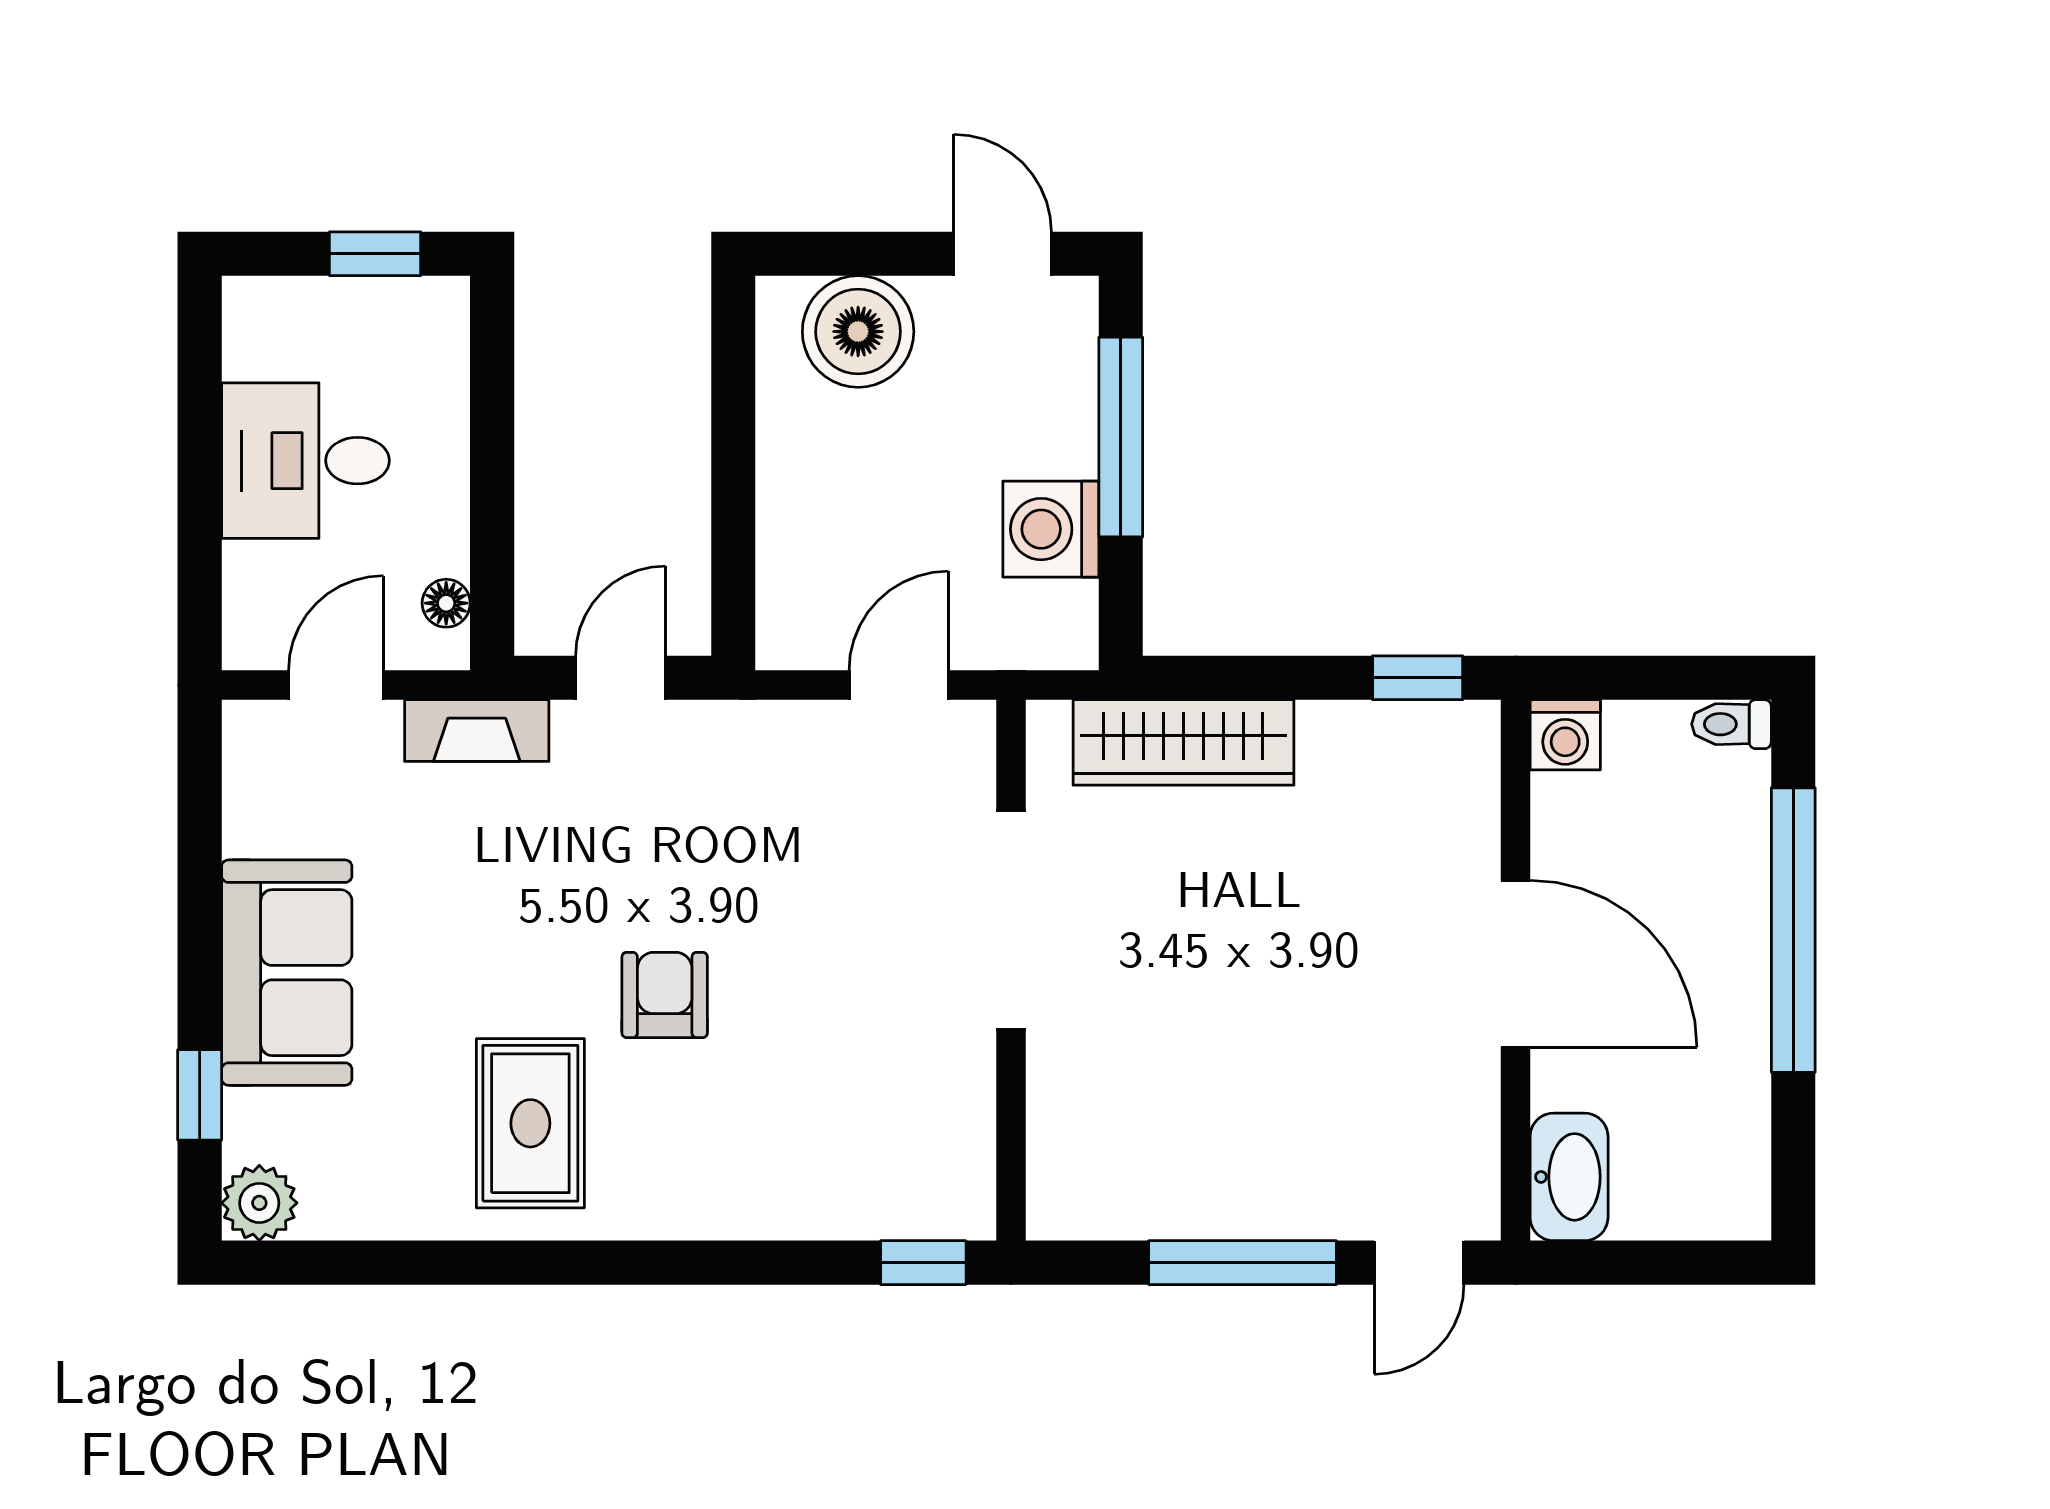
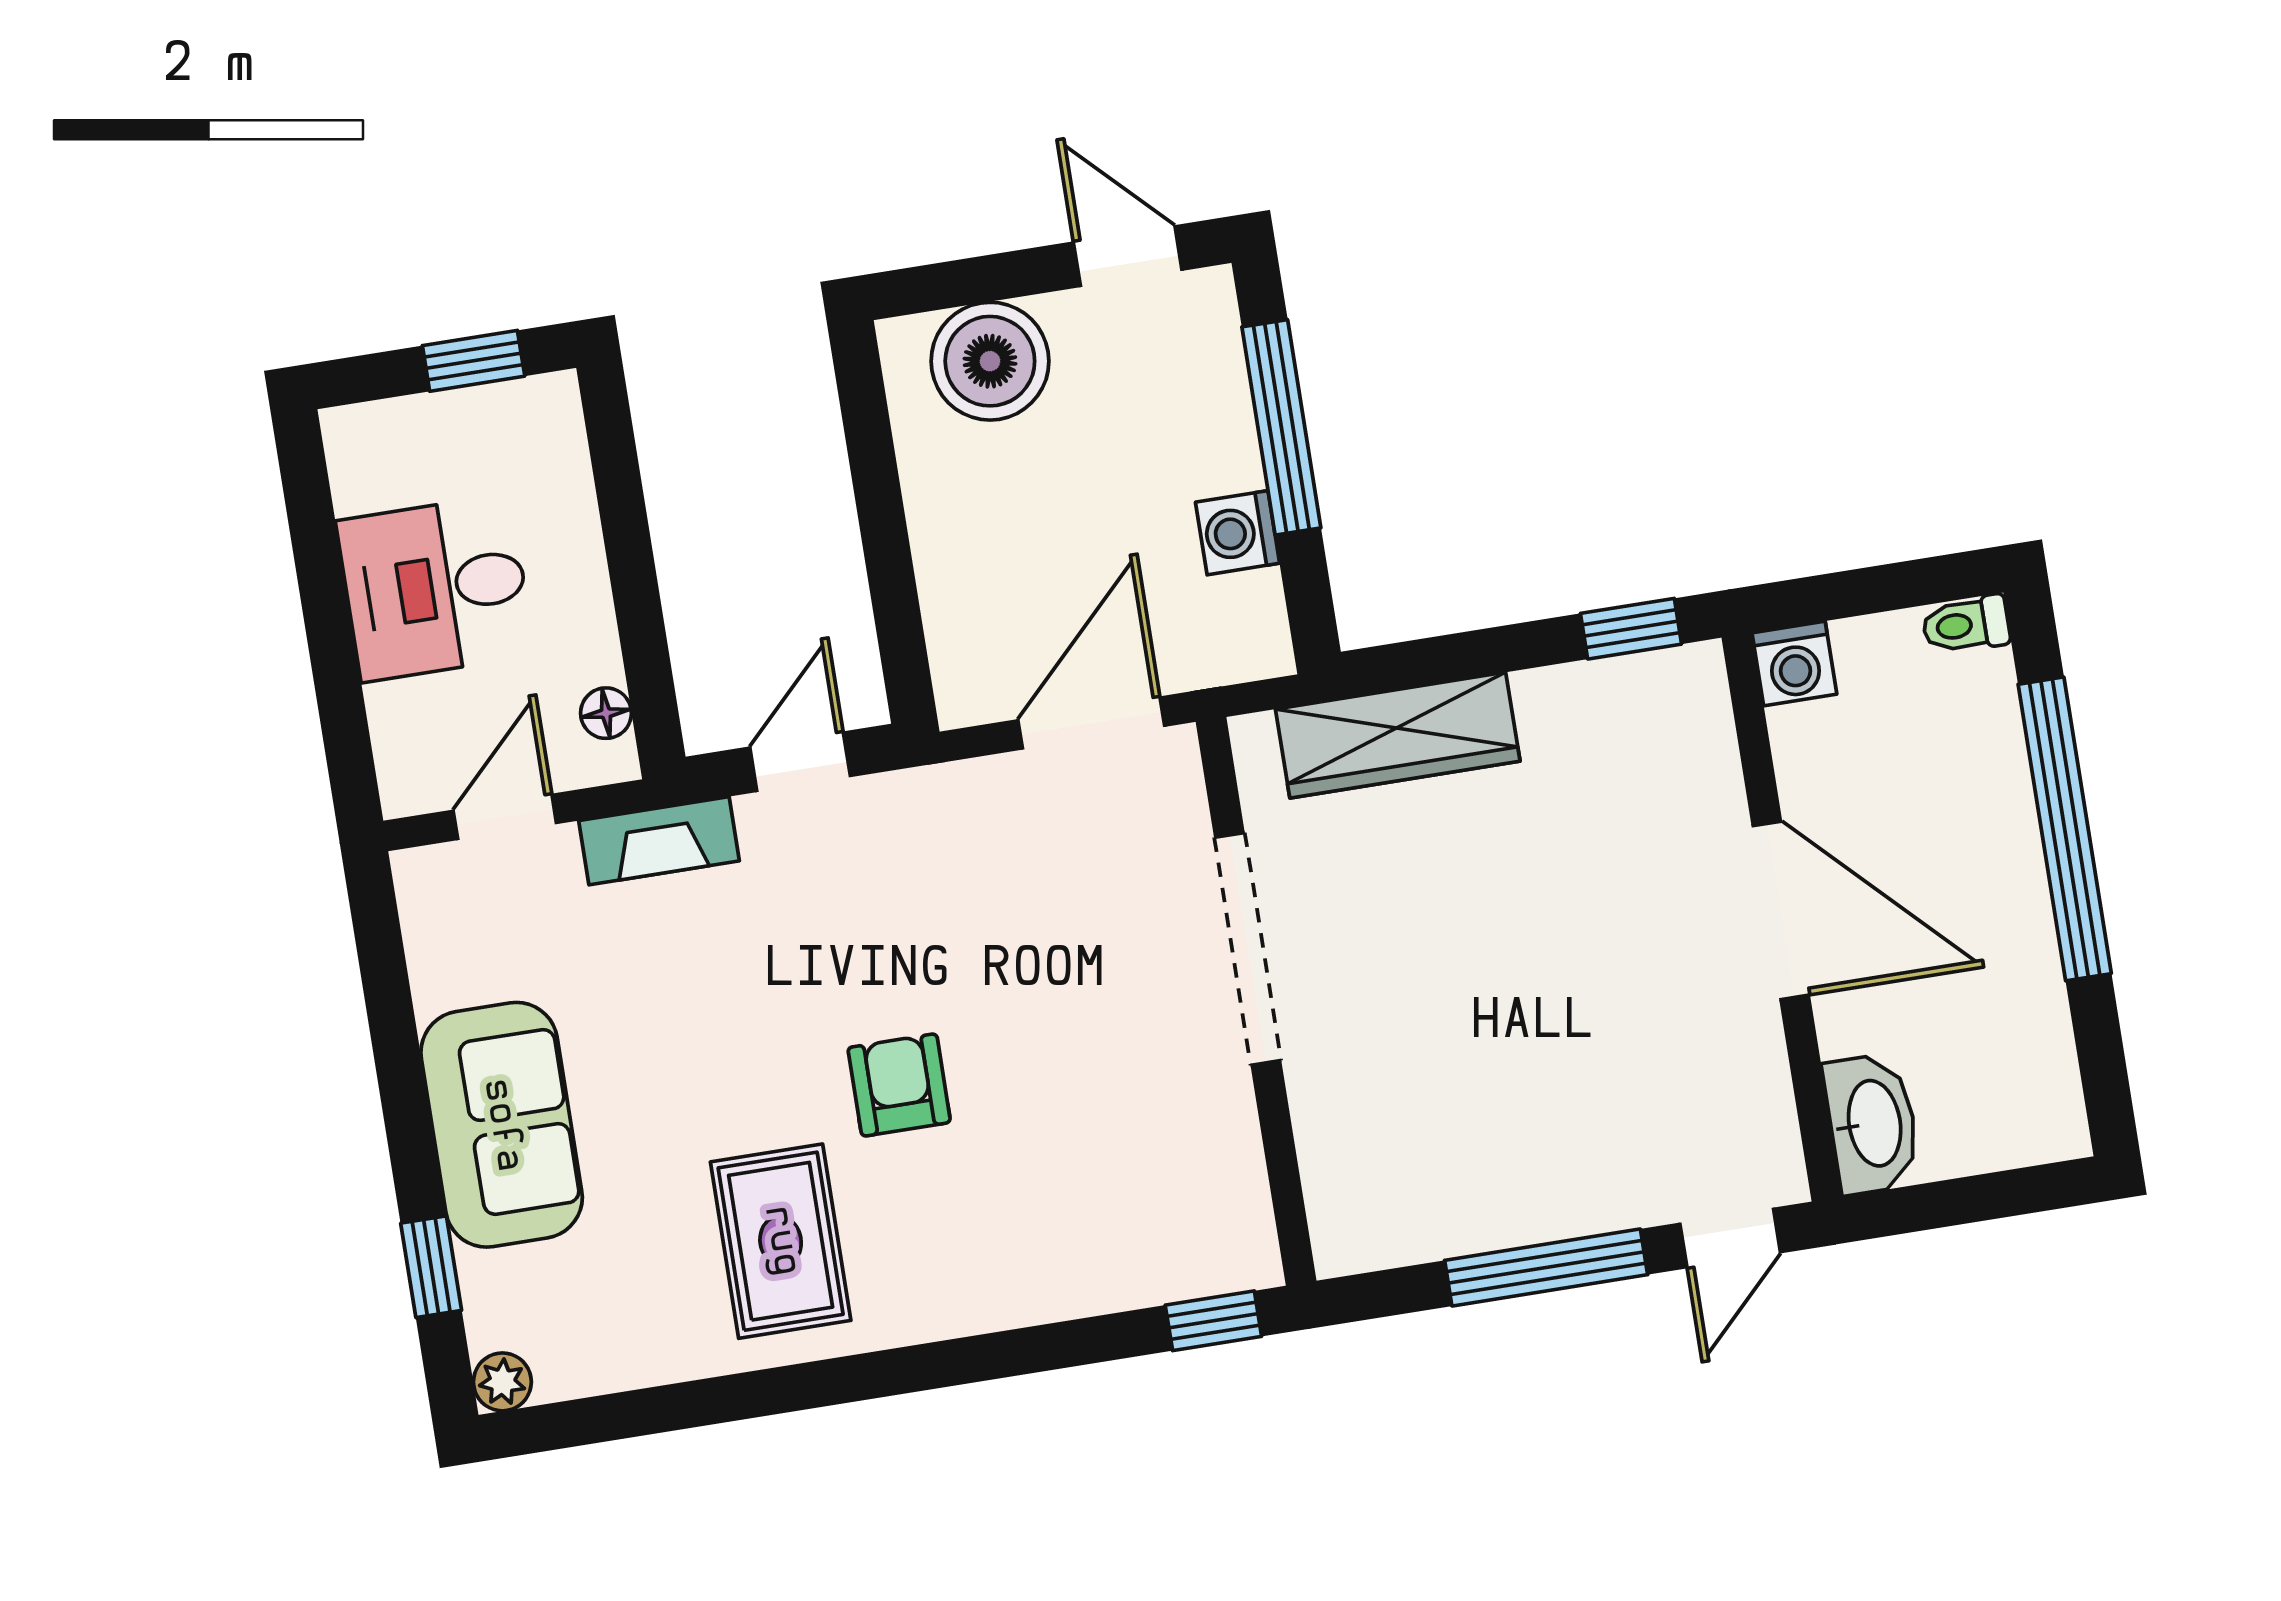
washing machine: (1051, 529) -> (1238, 533), width x0.73, depth x0.73
door: (899, 685) -> (1091, 723), width x1.38
plant: (259, 1203) -> (502, 1382), width x0.73, depth x0.73

